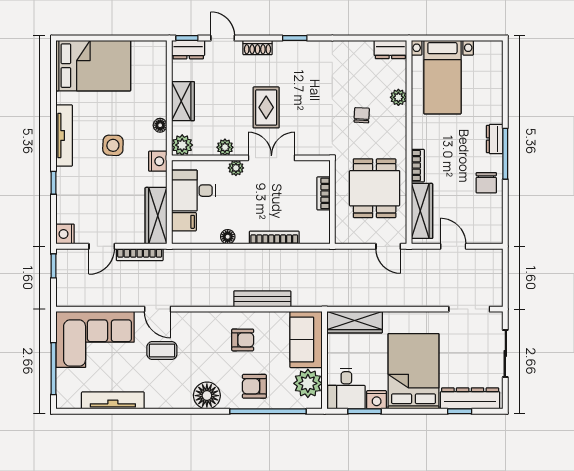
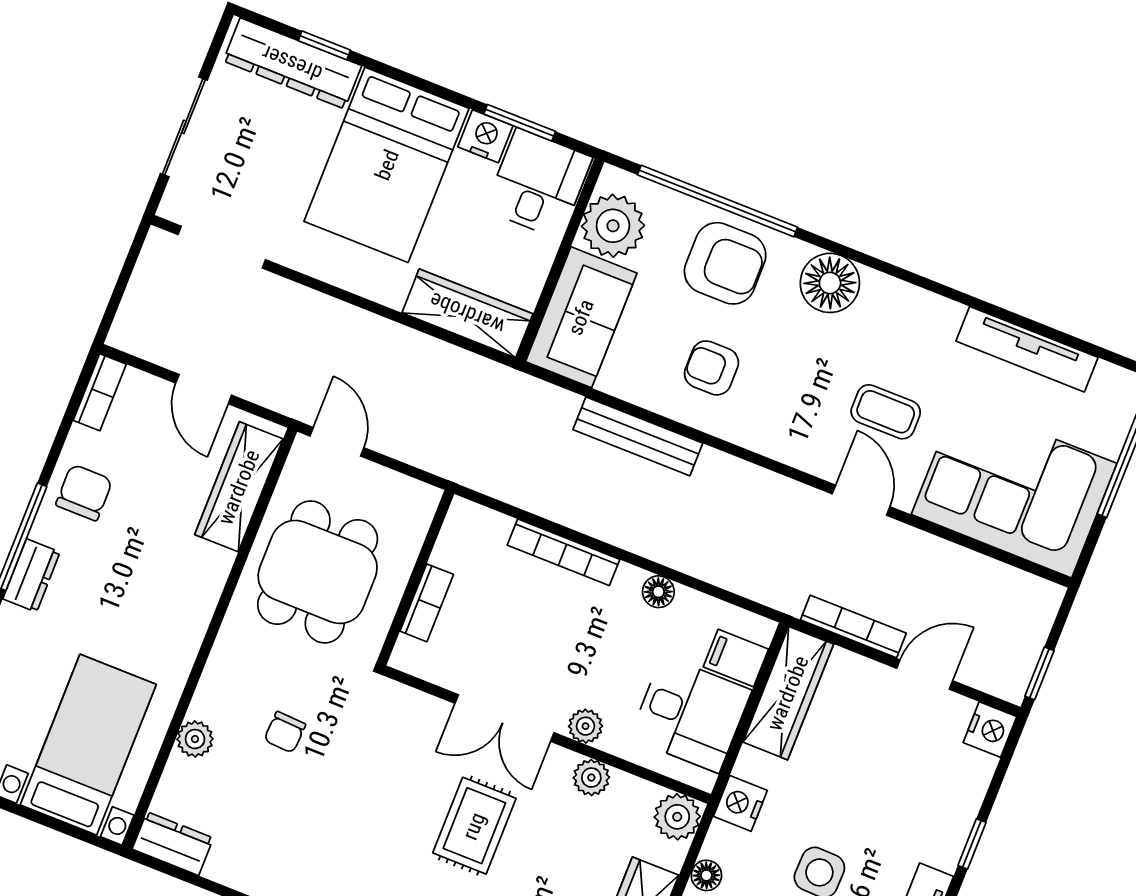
bookcase: (418, 166) -> (100, 392), moved, turned 180
armchair: (254, 386) -> (725, 263), width x1.38, depth x1.38

